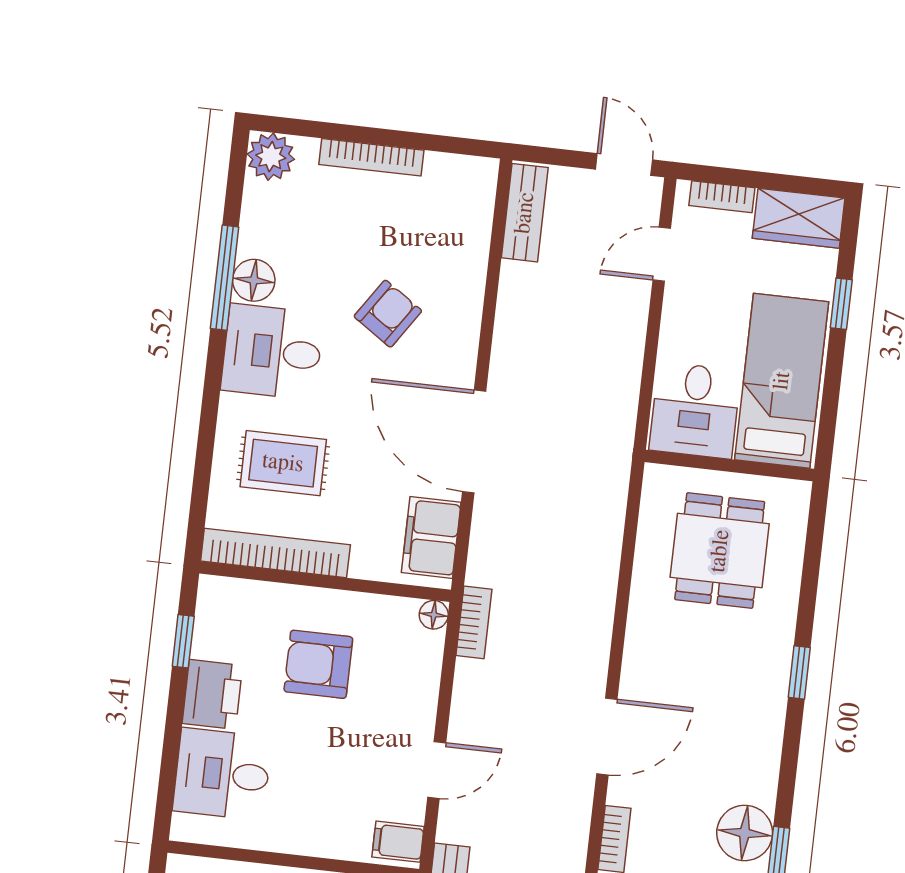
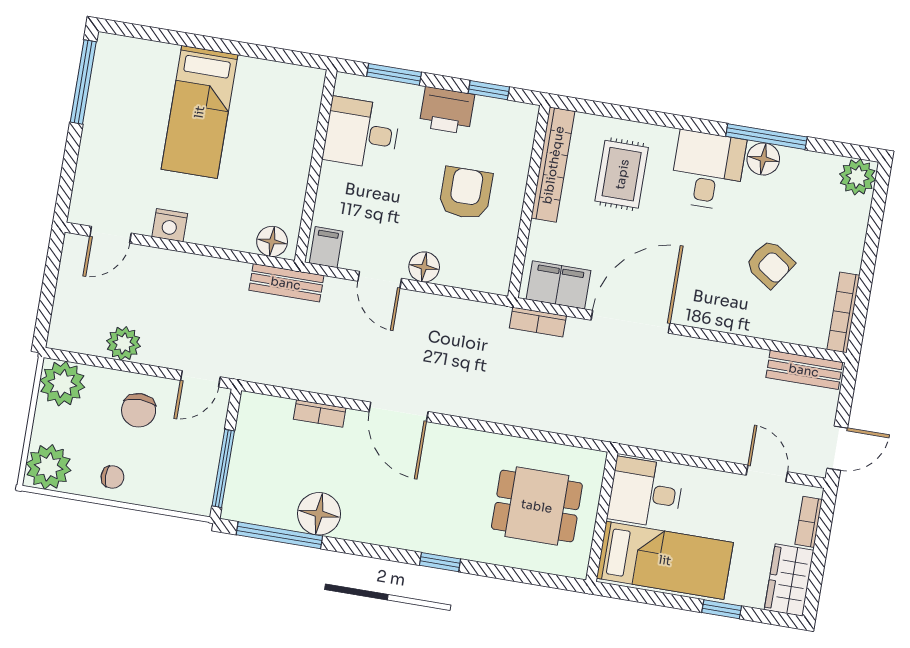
bookcase: (371, 157) -> (843, 312), moved
armchair: (388, 314) -> (770, 264), moved
floor lamp: (434, 615) -> (424, 267), moved, width x1.37, depth x1.37
bookcase: (474, 622) -> (538, 322), moved
window: (169, 765) -> (394, 74), added
desk: (222, 774) -> (362, 133), moved, turned -90

